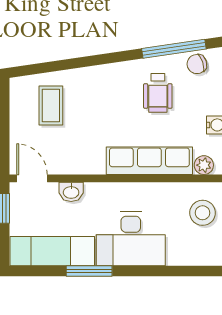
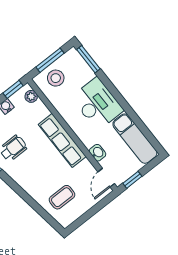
row of seats: (149, 161) -> (62, 140), moved
window: (89, 271) -> (88, 59), moved

